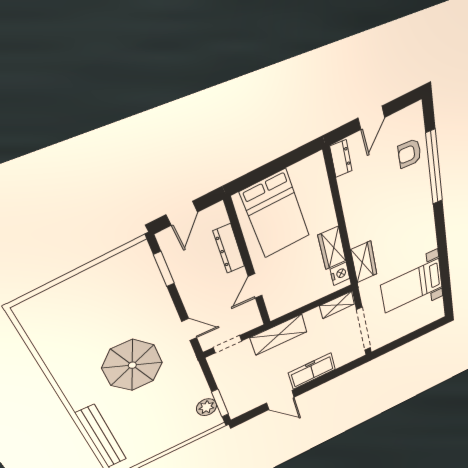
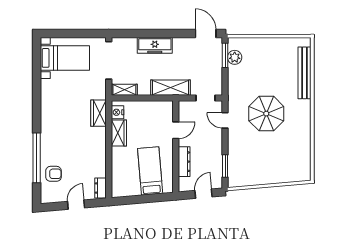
bed: (275, 214) -> (150, 171), width x0.67
bed with nightstands: (412, 286) -> (65, 58), moved
door: (280, 400) -> (206, 34), moved

